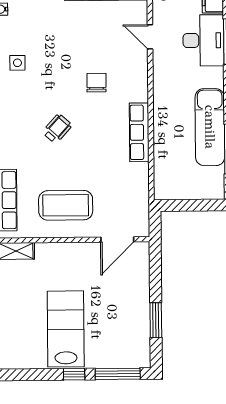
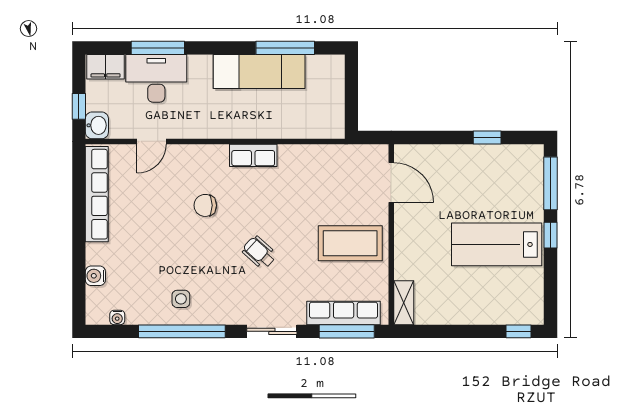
row of seats: (139, 132) -> (253, 155), width x0.68
coffee table: (66, 205) -> (350, 243), turned 90
window: (156, 320) -> (487, 138), width x0.67

